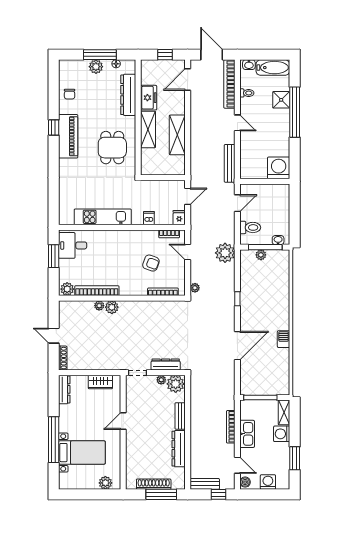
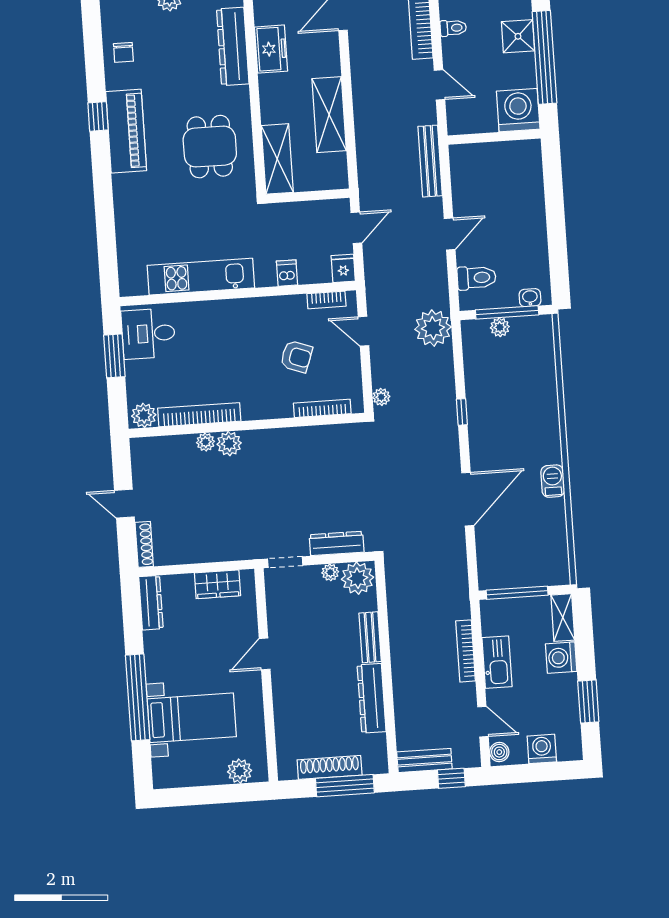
shelving: (148, 129) -> (277, 159), moved
washing machine: (279, 168) -> (518, 110), moved
wall: (265, 181) -> (494, 137), moved

